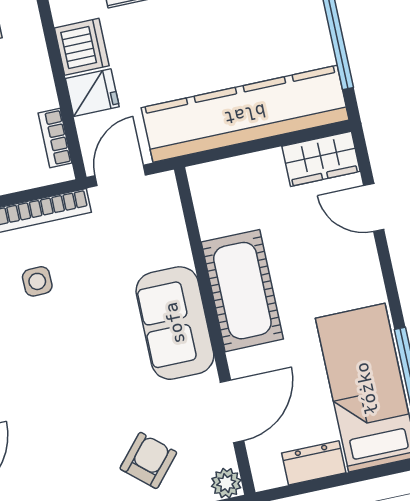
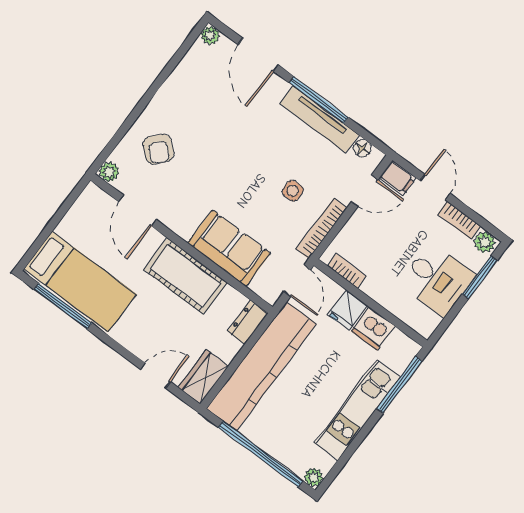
sofa: (175, 323) -> (229, 248), moved
dresser: (314, 463) -> (248, 322), moved, turned 180

